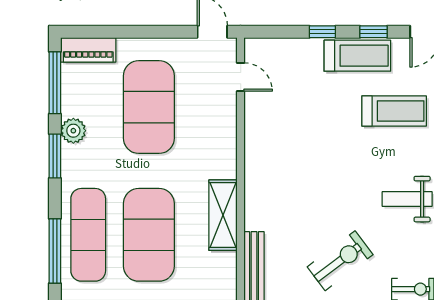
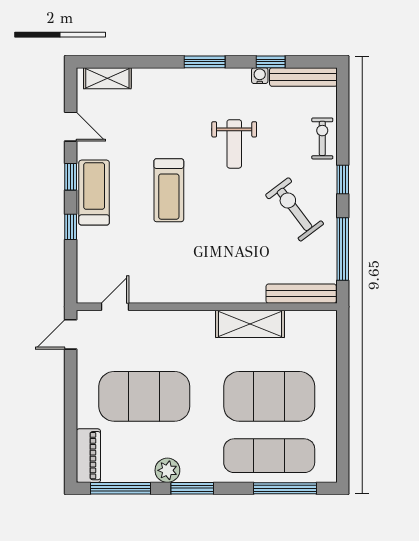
treadmill: (394, 111) -> (169, 190), moved, turned 180

